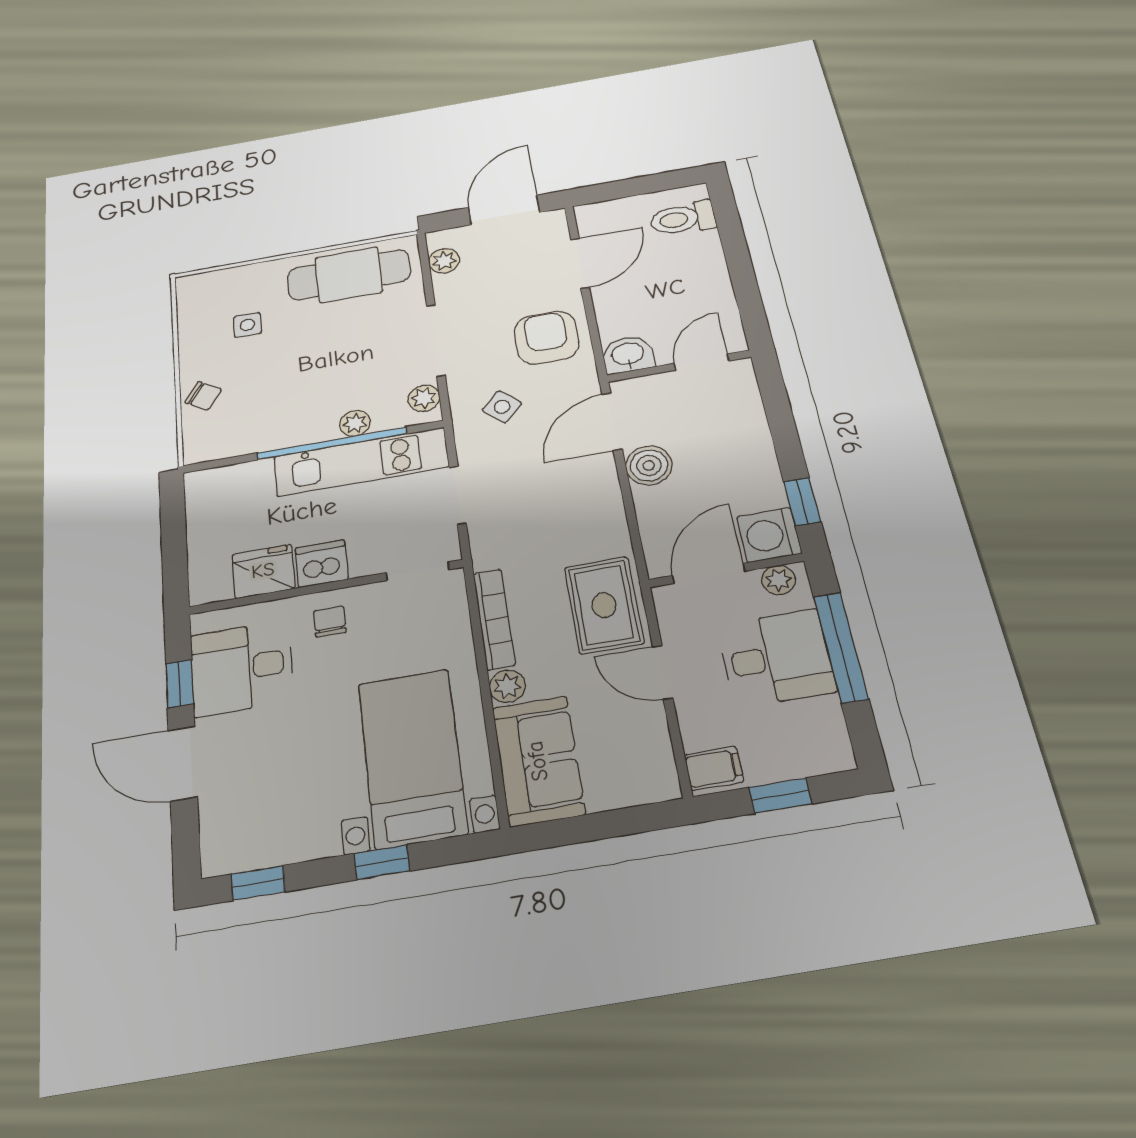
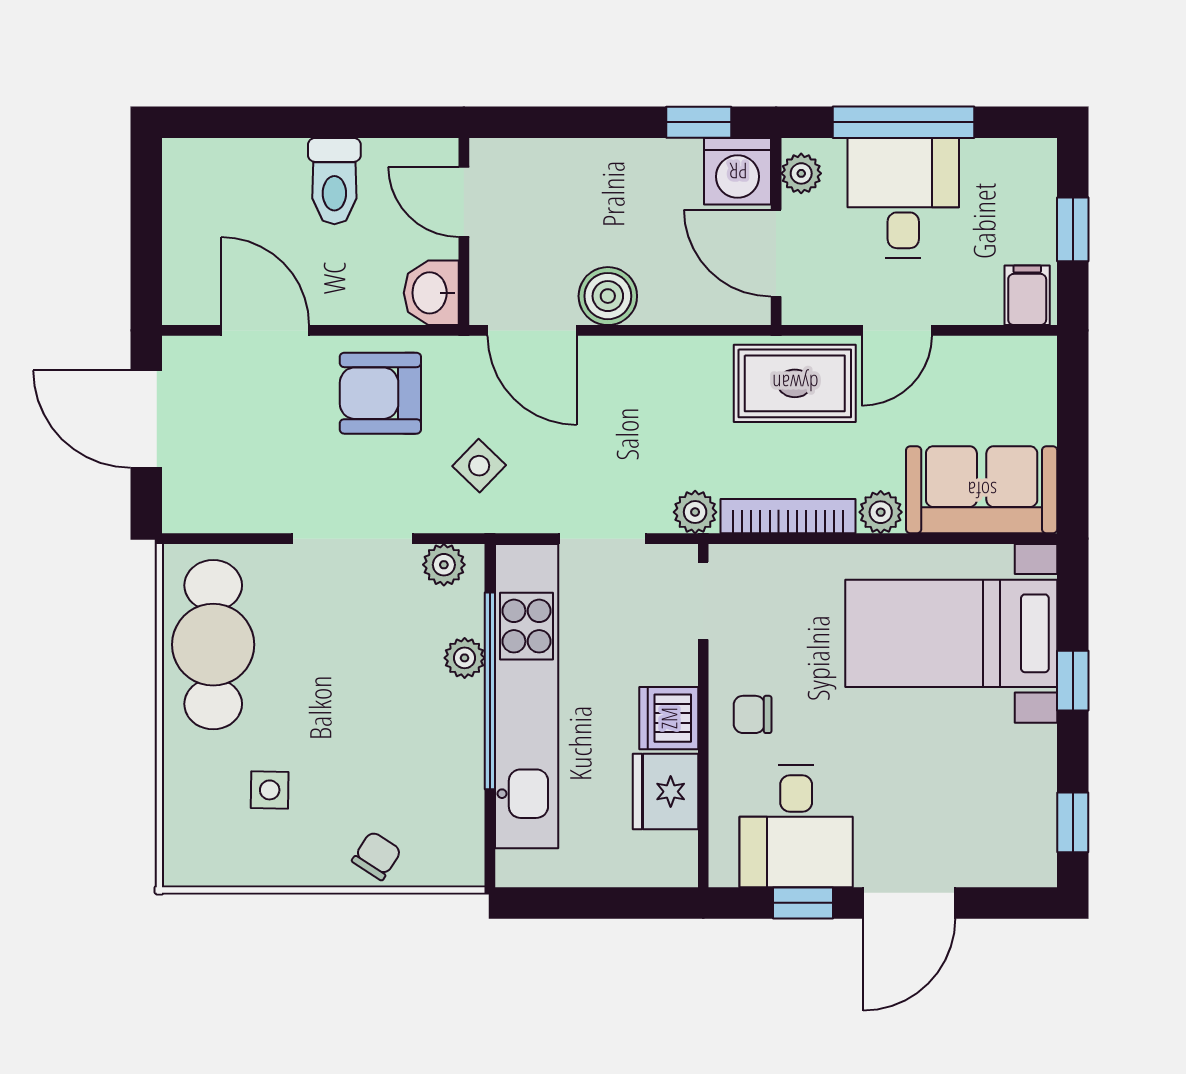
toilet: (683, 218) -> (334, 181), moved
plant: (444, 261) -> (695, 512), moved
kitchen unit: (361, 462) -> (527, 696), width x1.36

